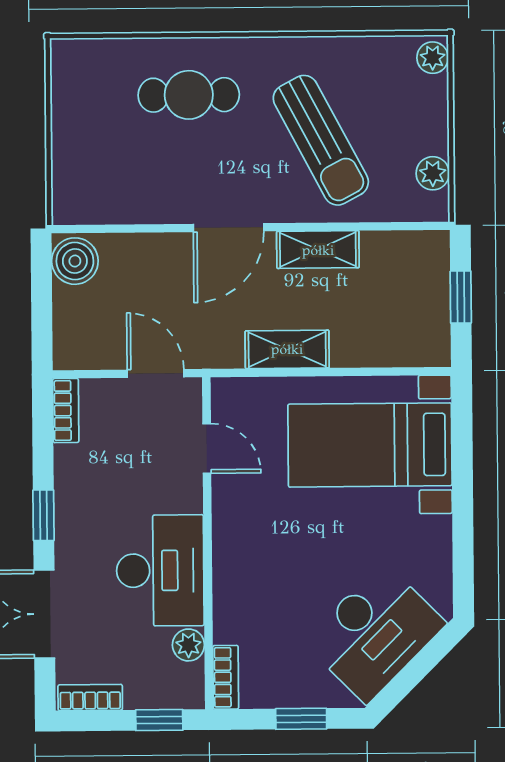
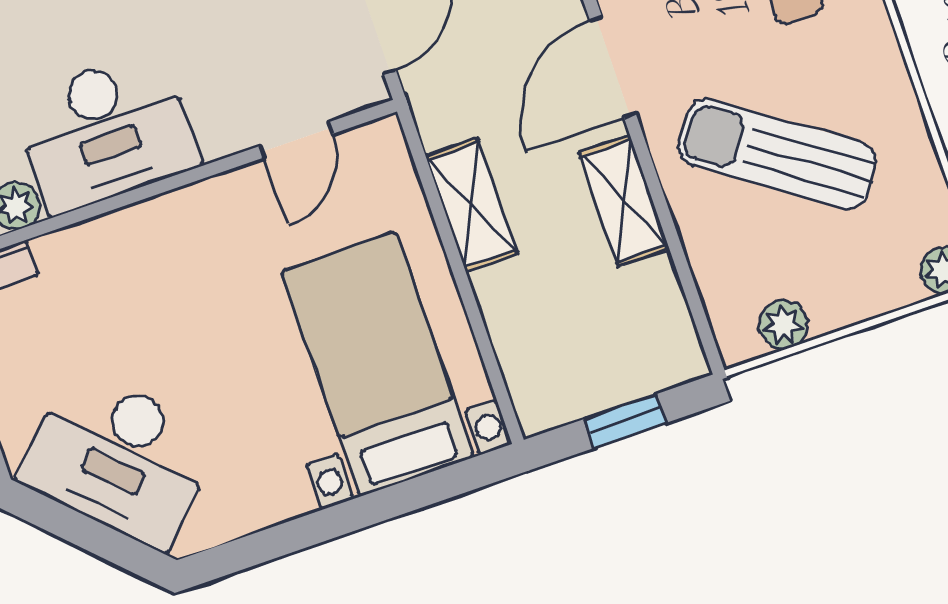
sun lounger: (321, 140) -> (777, 154), turned 63
door: (229, 228) -> (613, 67), hinge flipped

